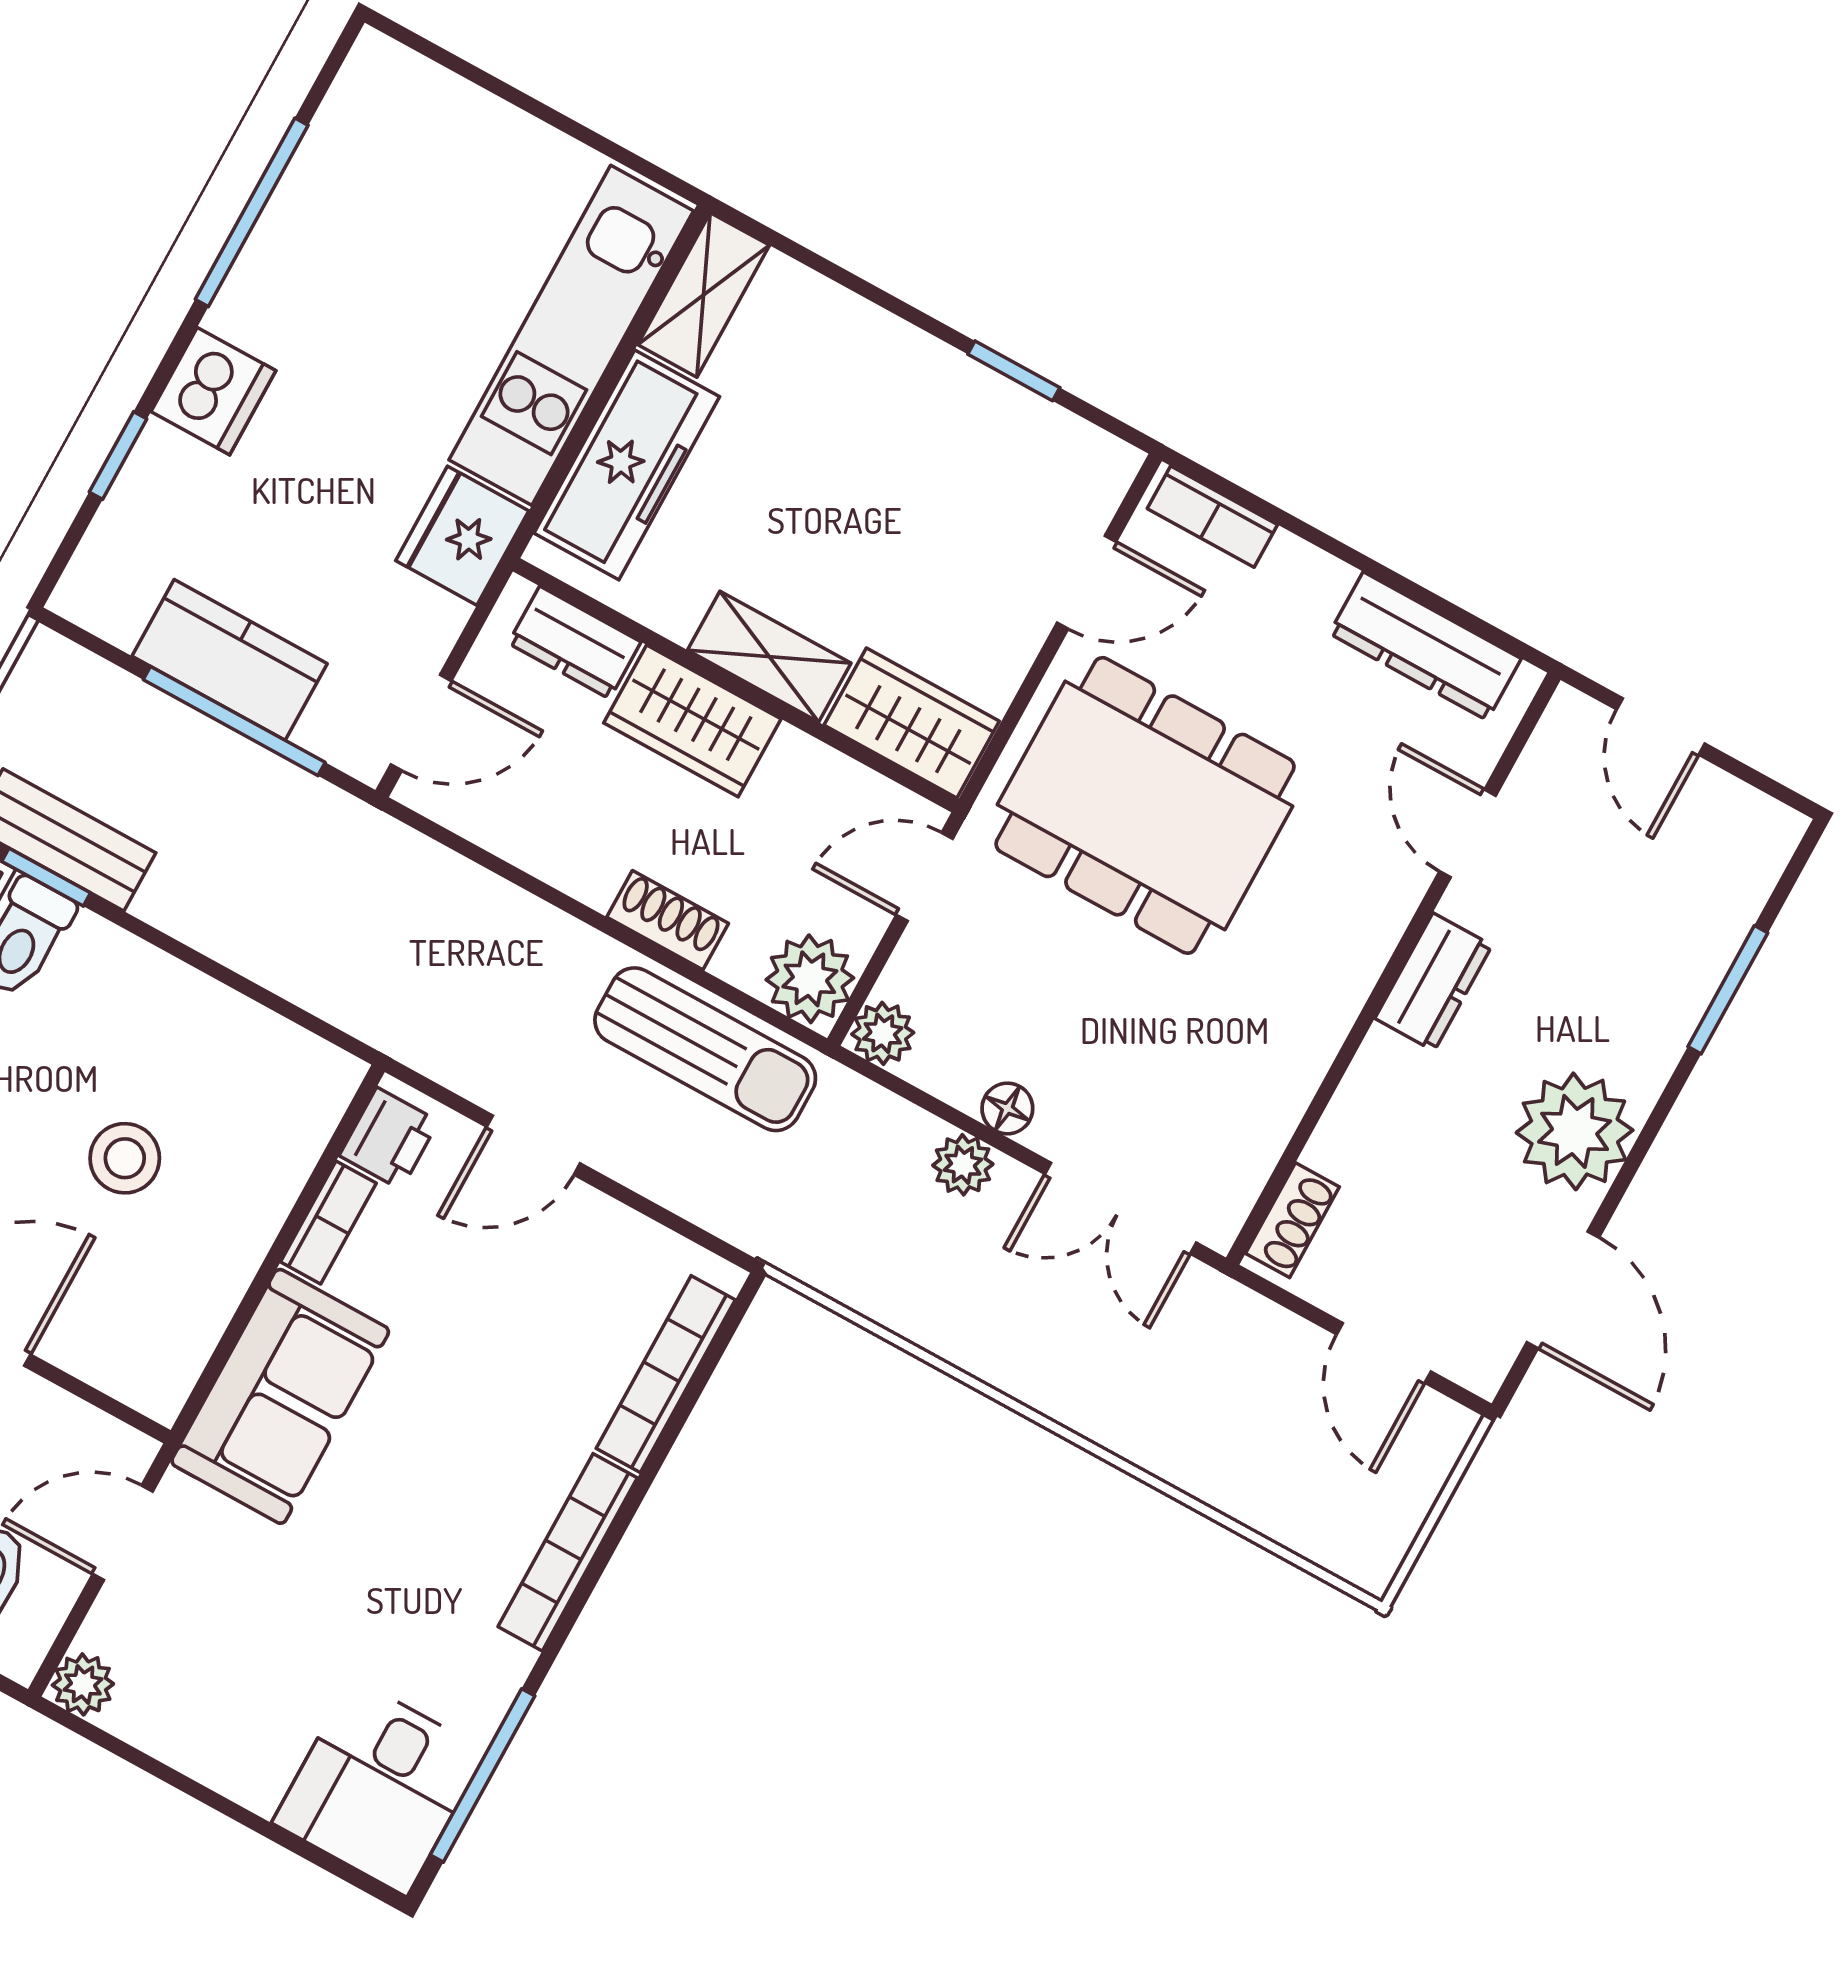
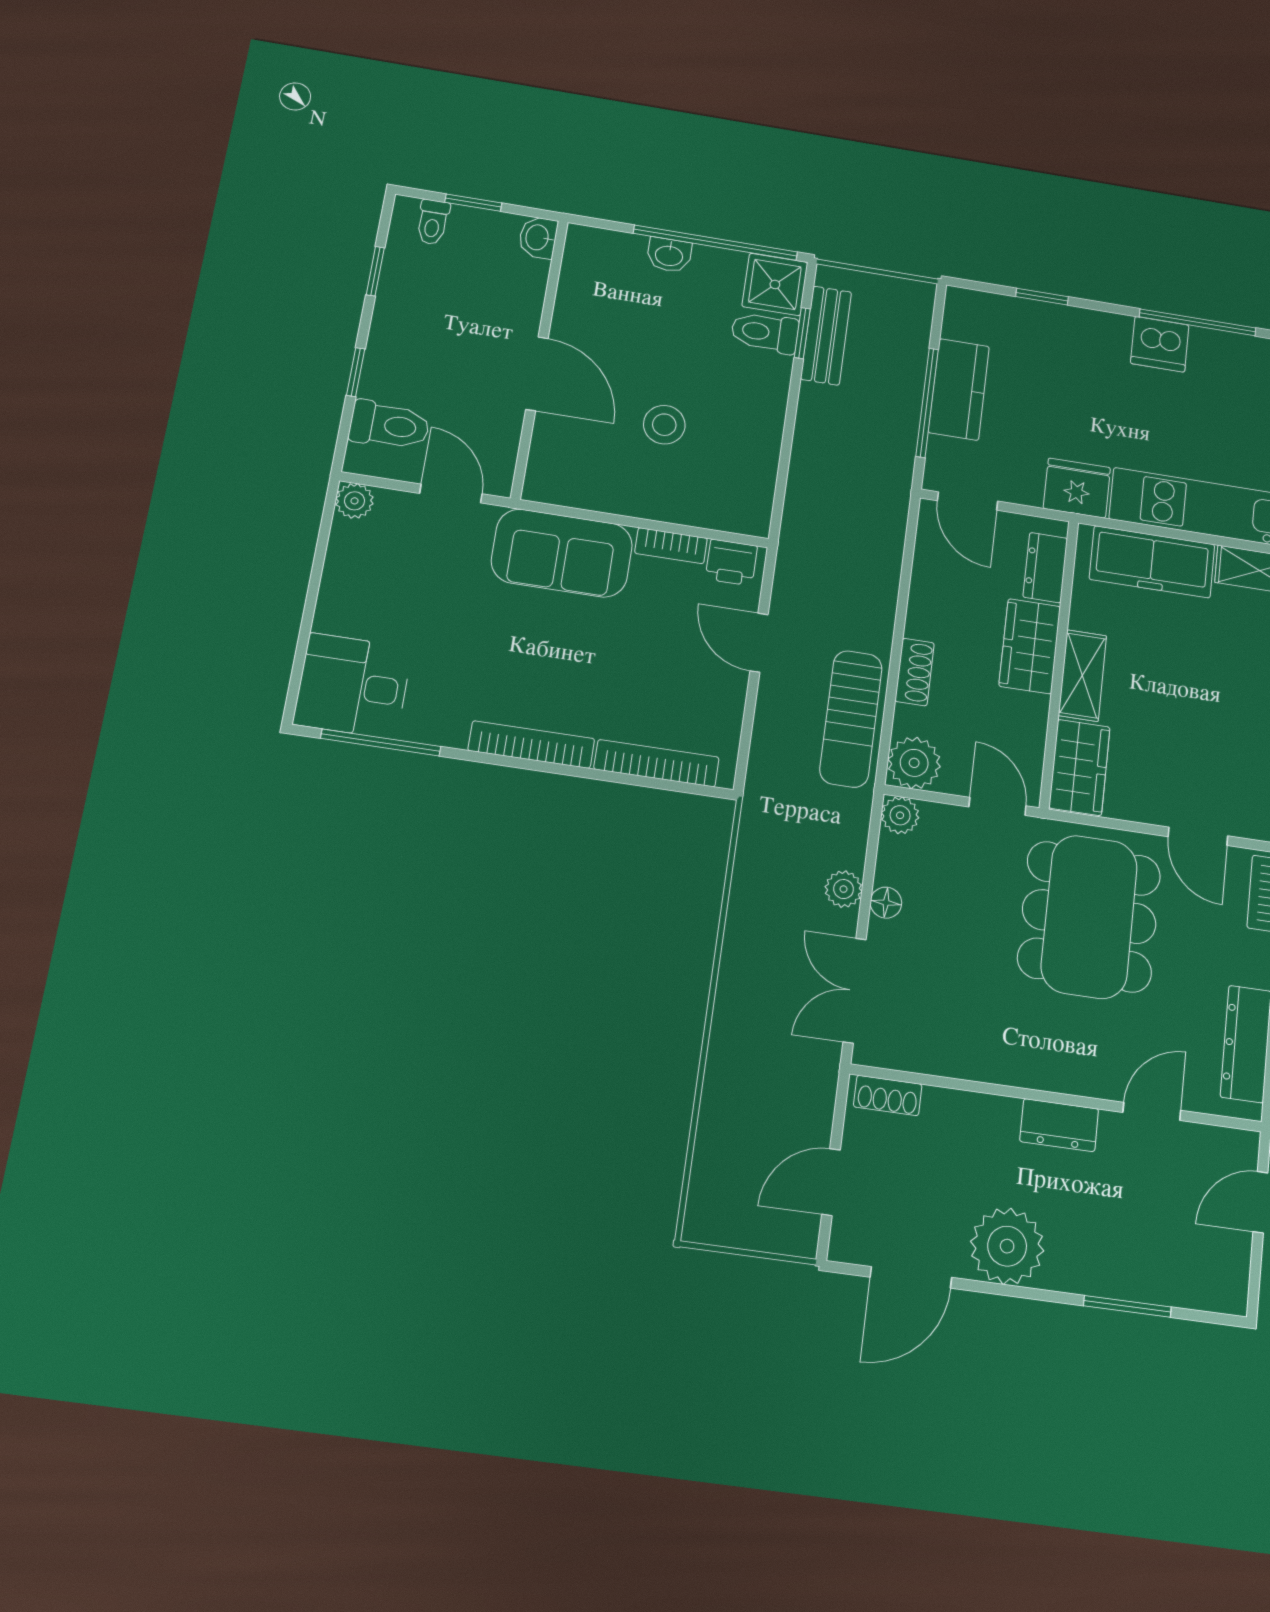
dishwasher: (213, 391) -> (1160, 344), moved

